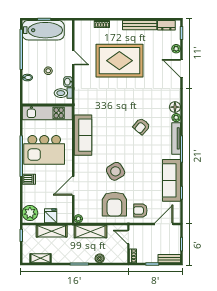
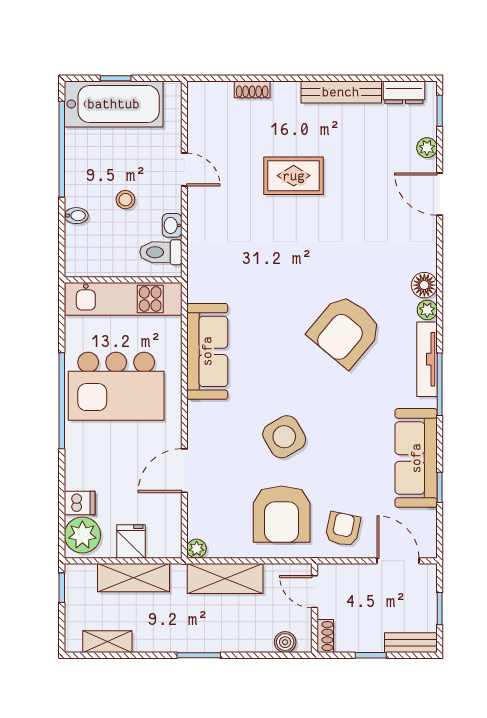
rug: (119, 61) -> (294, 176), width x0.54, depth x0.49
armchair: (141, 126) -> (345, 331), width x1.88, depth x1.88
dishwasher: (29, 179) -> (80, 503), moved
armchair: (140, 210) -> (343, 529), turned 102
door: (164, 224) -> (398, 561), hinge flipped
boiler: (100, 258) -> (285, 642), moved

